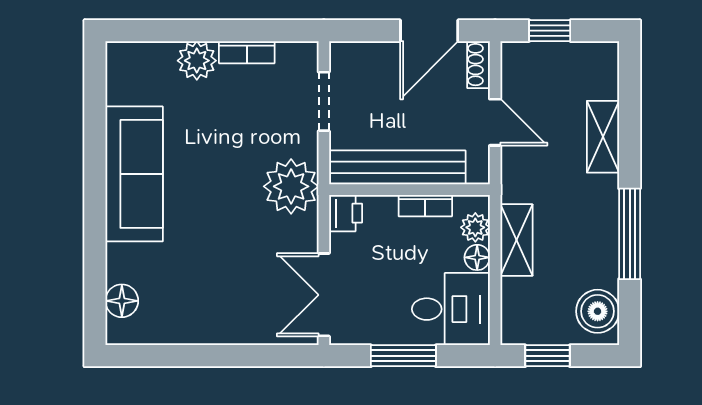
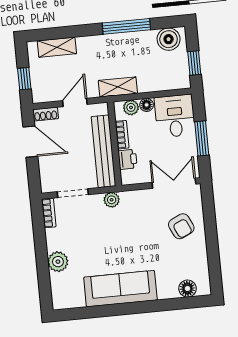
bookcase: (247, 52) -> (49, 213), moved
shelving: (603, 137) -> (57, 47), moved
plant: (291, 186) -> (112, 200), width x0.53, depth x0.53
printer: (346, 213) -> (128, 159), moved, turned 90
shelving: (516, 240) -> (118, 87), moved
double door: (324, 295) -> (174, 183), swing flipped
armchair: (241, 301) -> (181, 226), added

